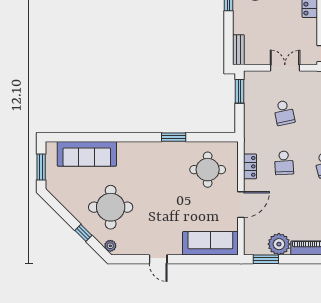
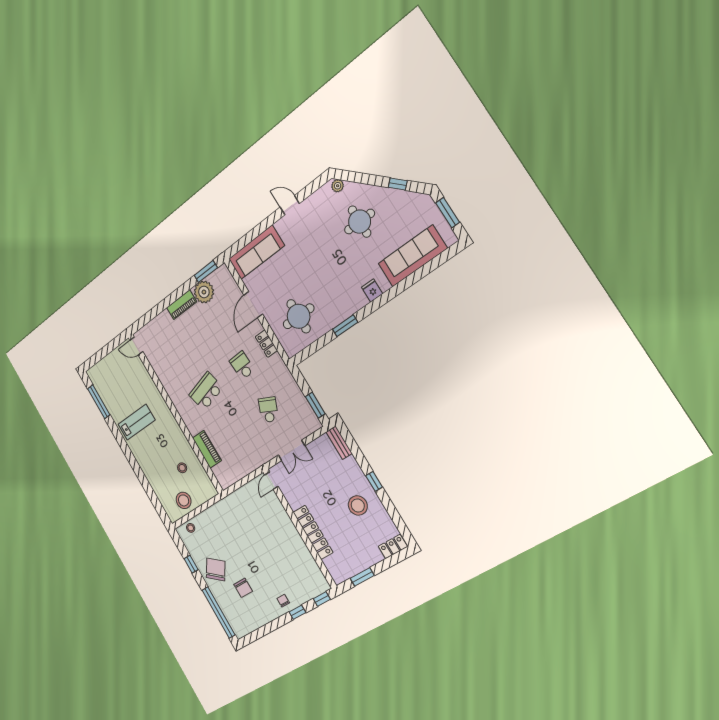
school desk: (284, 113) -> (268, 410), turned 36
fridge: (134, 149) -> (372, 291), added
round table: (111, 207) -> (360, 222), width x0.73, depth x0.73
window: (83, 233) -> (398, 184), moved

